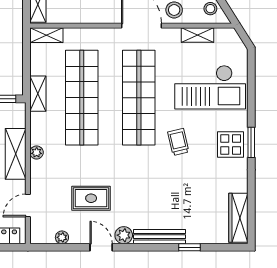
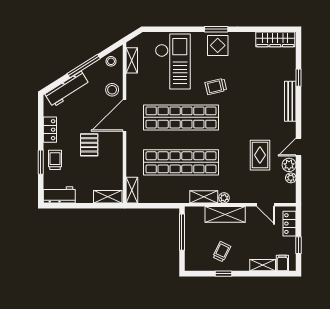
shelving: (198, 35) -> (132, 60), moved
shelving: (38, 94) -> (204, 197), moved
plant: (124, 235) -> (289, 165), moved

